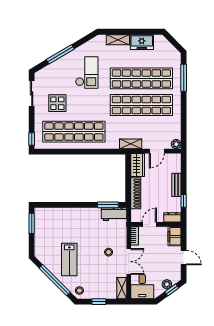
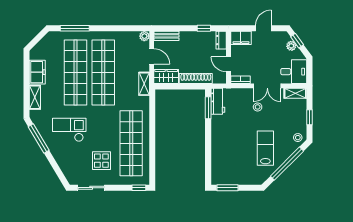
window: (60, 54) -> (39, 138), moved
bench: (176, 185) -> (167, 36), moved
lab bench: (69, 260) -> (265, 148), turned -90
double door: (129, 261) -> (267, 86), swing flipped

